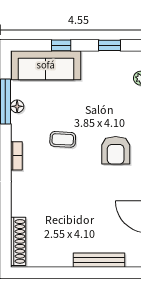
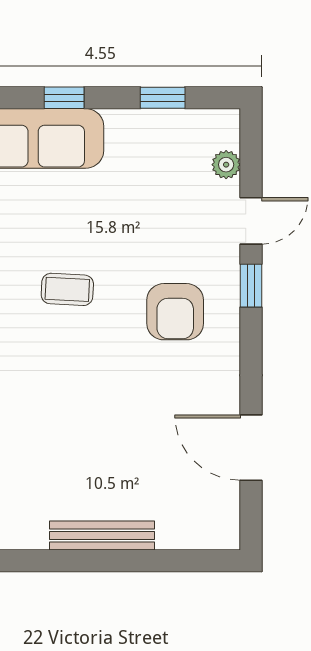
bench: (99, 260) -> (102, 535), moved

